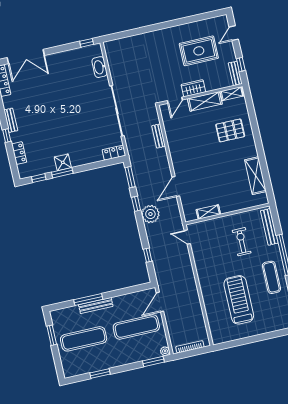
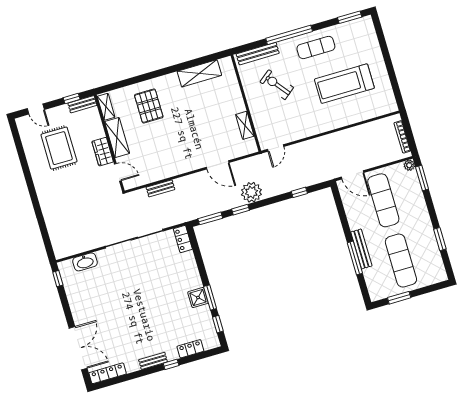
exercise bike: (242, 242) -> (277, 85), turned 52

